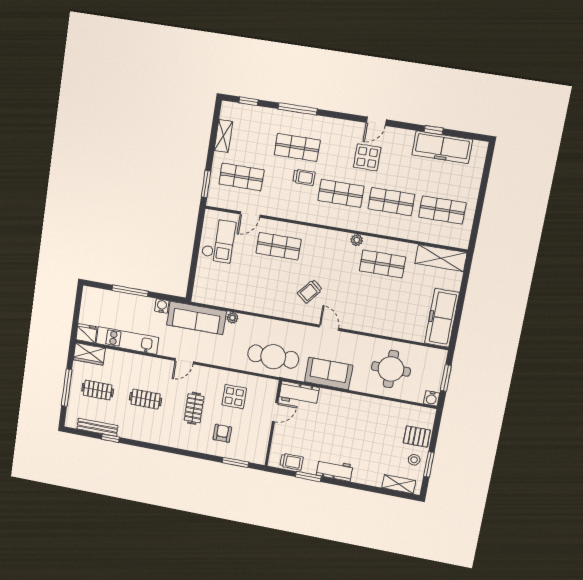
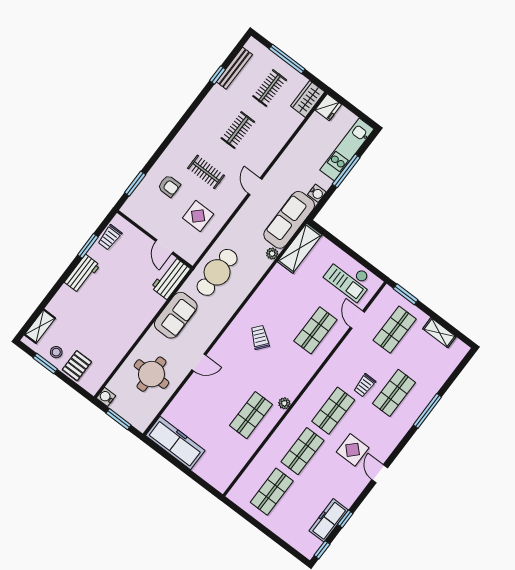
window: (249, 101) -> (322, 550), moved
freezer: (442, 147) -> (329, 520), width x0.73, depth x0.79
shelving: (441, 258) -> (300, 248), moved
door: (329, 328) -> (199, 362), moved
kitchen unit: (127, 340) -> (347, 150), moved, turned 180

